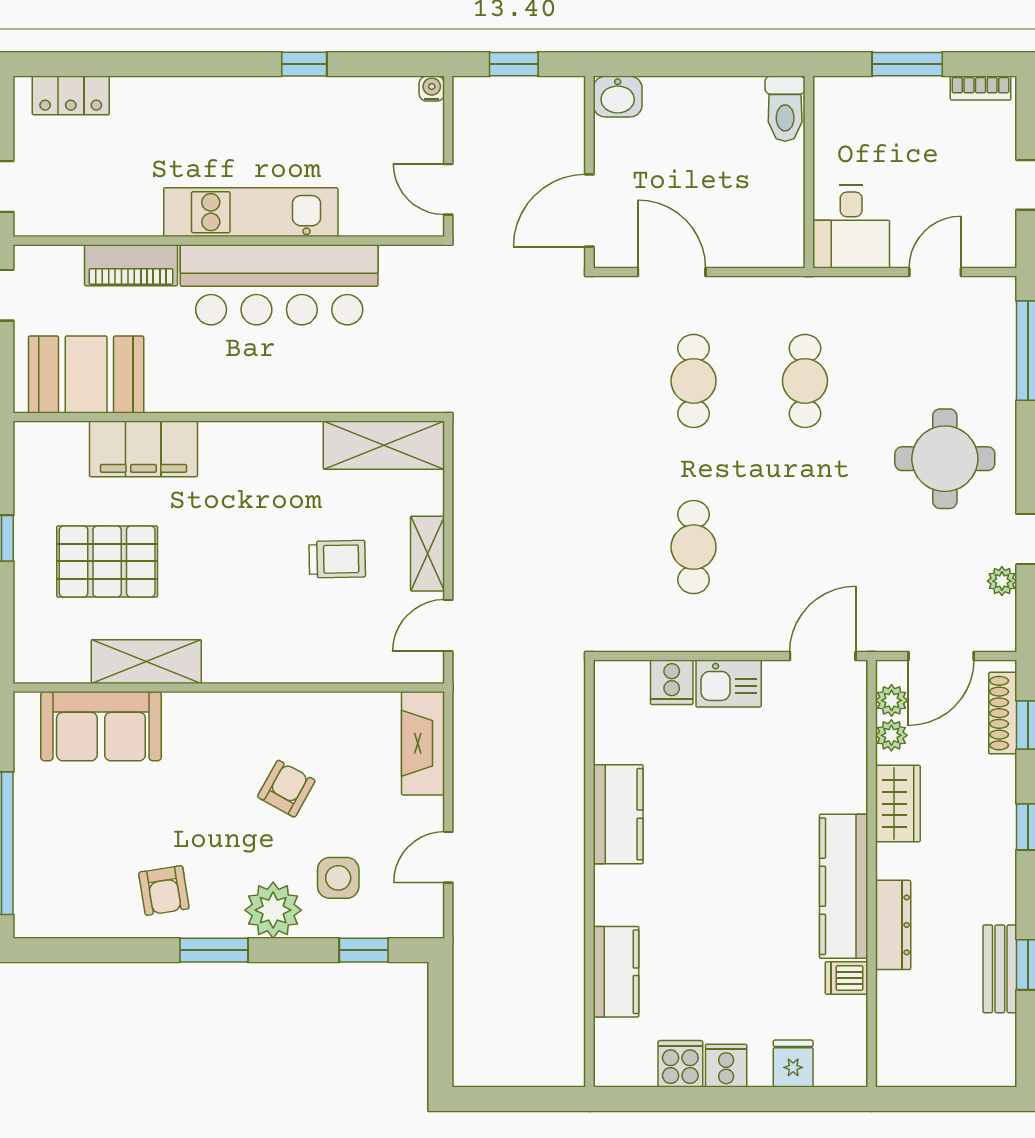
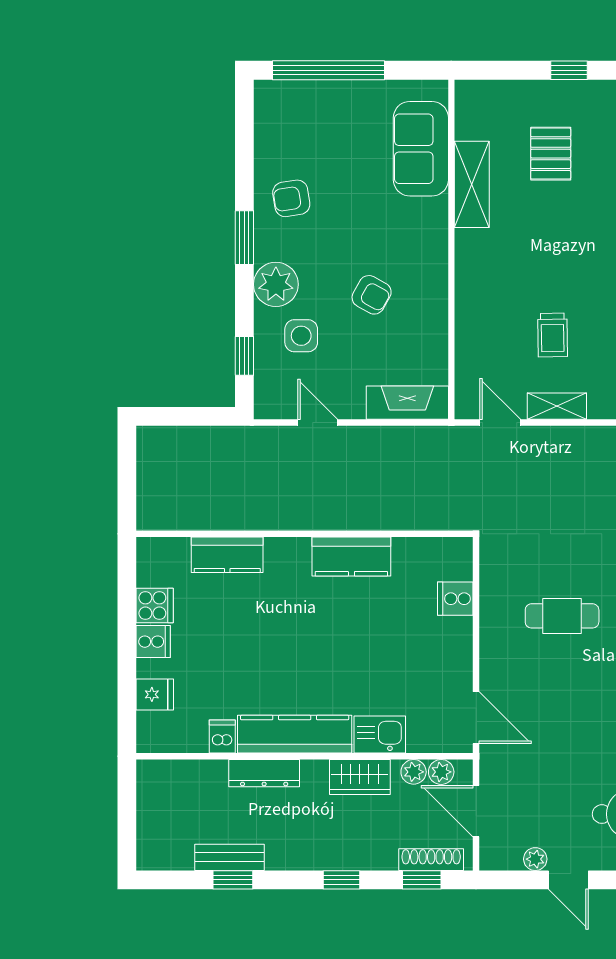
pallet: (107, 561) -> (551, 154), width x0.67, depth x0.71
kitchen sink: (729, 684) -> (380, 735), moved, turned 90

